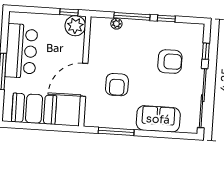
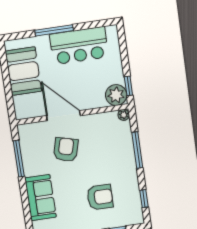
window: (166, 19) -> (144, 199), moved
plant: (116, 24) -> (124, 115), moved
armchair: (170, 62) -> (100, 197), turned -90
armchair: (117, 85) -> (66, 150), turned 105

